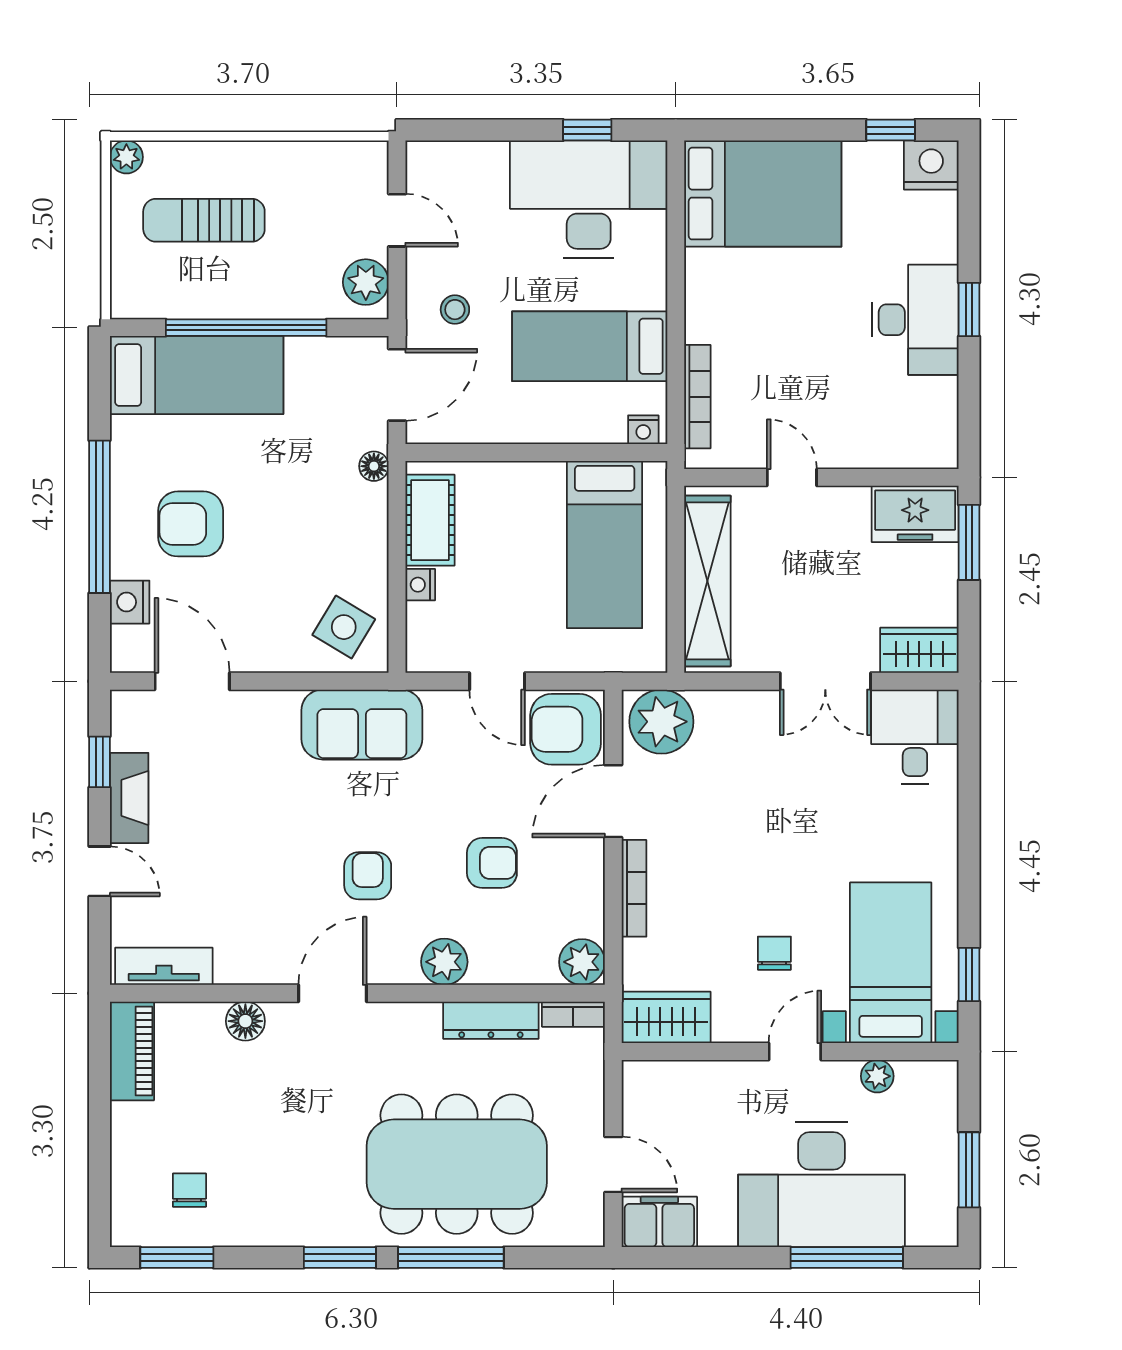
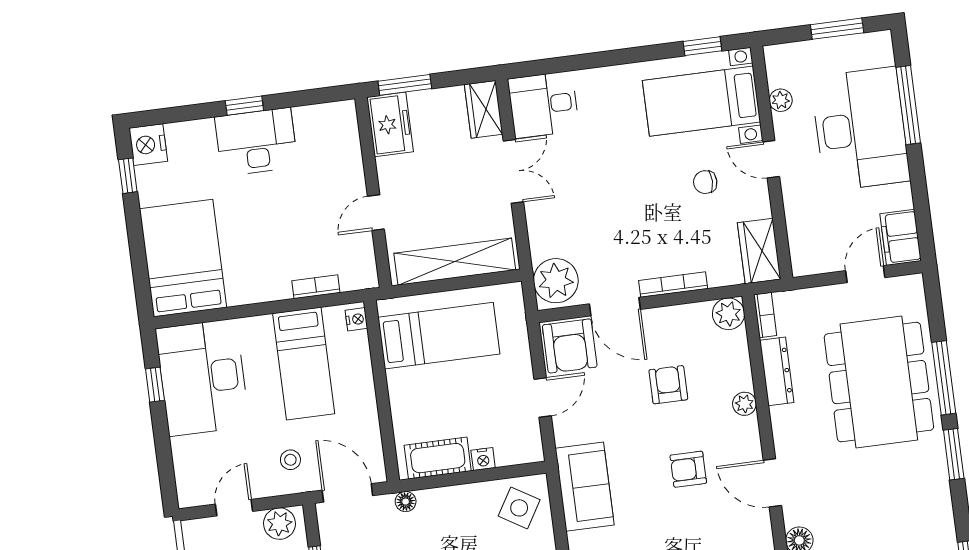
bookcase: (697, 397) -> (316, 287), width x0.64
plant: (444, 962) -> (744, 404), width x0.73, depth x0.73

